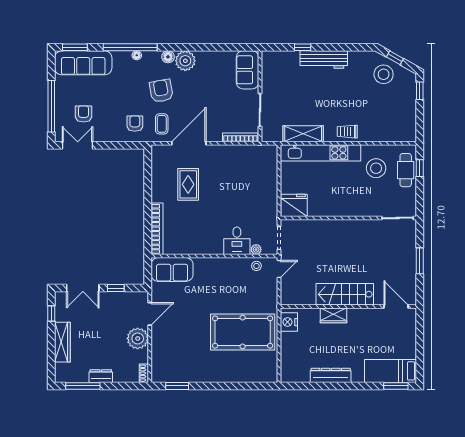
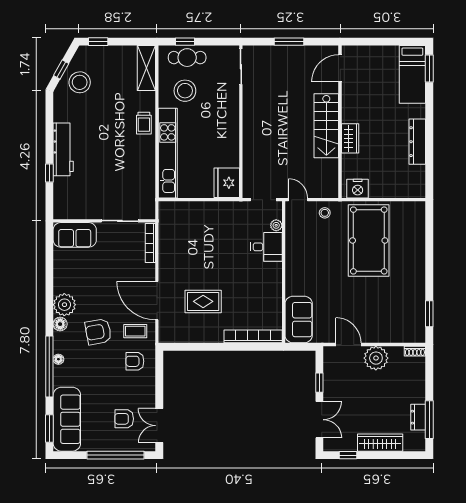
shelving: (303, 134) -> (146, 68), moved
stool: (256, 266) -> (325, 213), moved
dresser: (101, 376) -> (418, 417), moved

